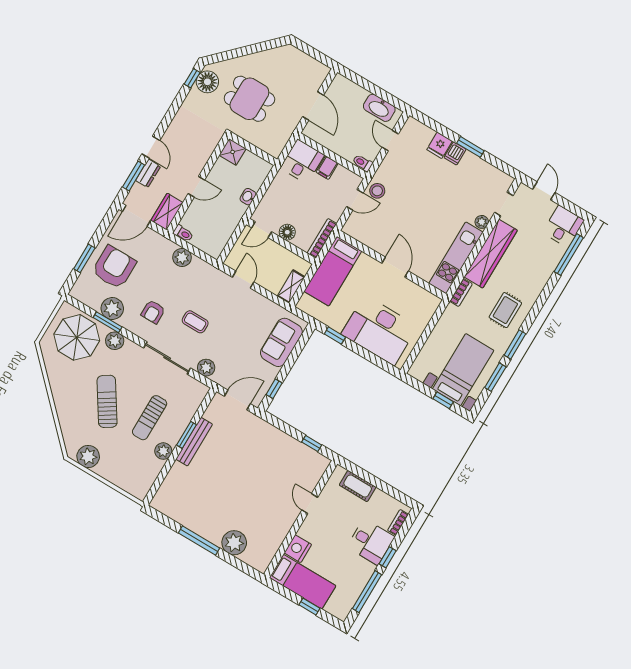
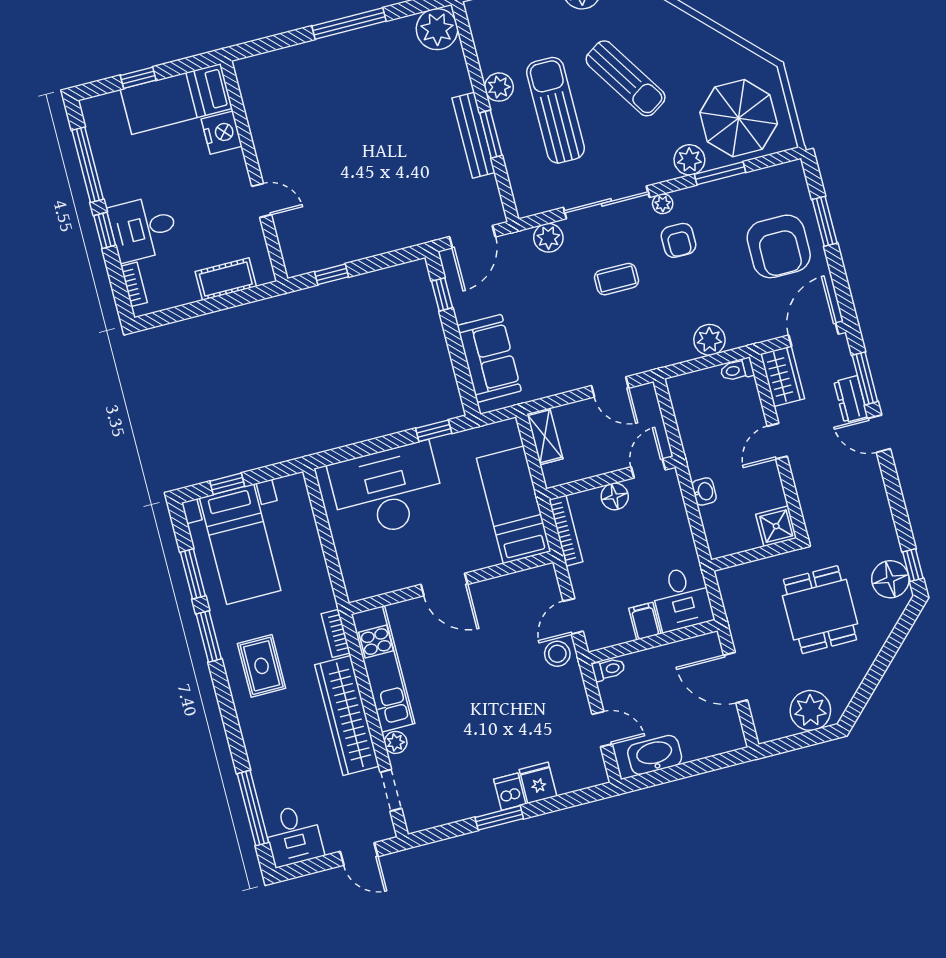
plant: (296, 61) -> (810, 710), added
dining table: (249, 99) -> (820, 610), turned 90
plant: (112, 309) -> (663, 204), moved, width x0.53, depth x0.53
armchair: (153, 312) -> (679, 240), turned 180
sun lounger: (150, 418) -> (555, 110), width x1.36, depth x1.34
plant: (234, 543) -> (437, 29), moved

